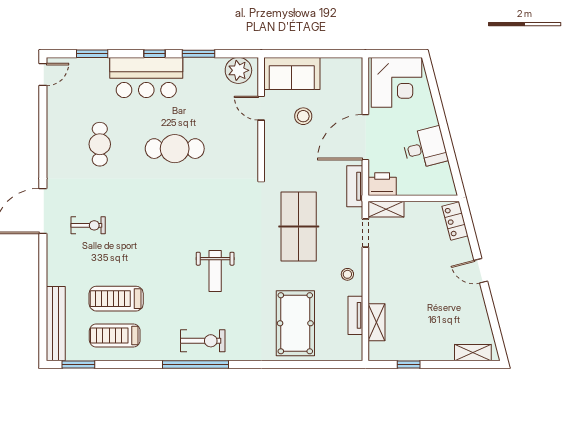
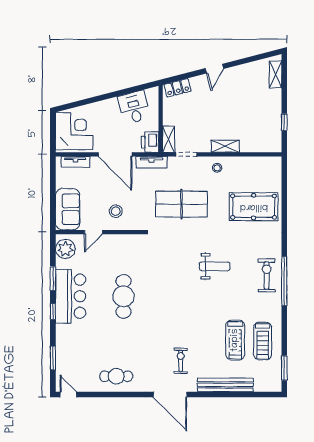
bar counter: (146, 77) -> (71, 296), moved
stool: (303, 116) -> (116, 211), moved
cafe table: (100, 144) -> (116, 376), moved
desk: (425, 148) -> (134, 107), moved
tv unit: (355, 315) -> (75, 162), moved
shelving: (376, 322) -> (225, 146), moved
bench: (56, 324) -> (225, 385), moved

